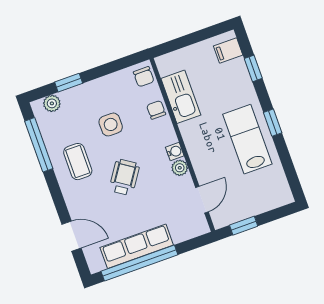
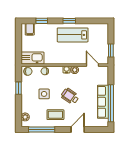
window: (69, 83) -> (18, 88), moved
kitchen sink: (181, 97) -> (32, 58), moved
door: (71, 236) -> (78, 129), moved

